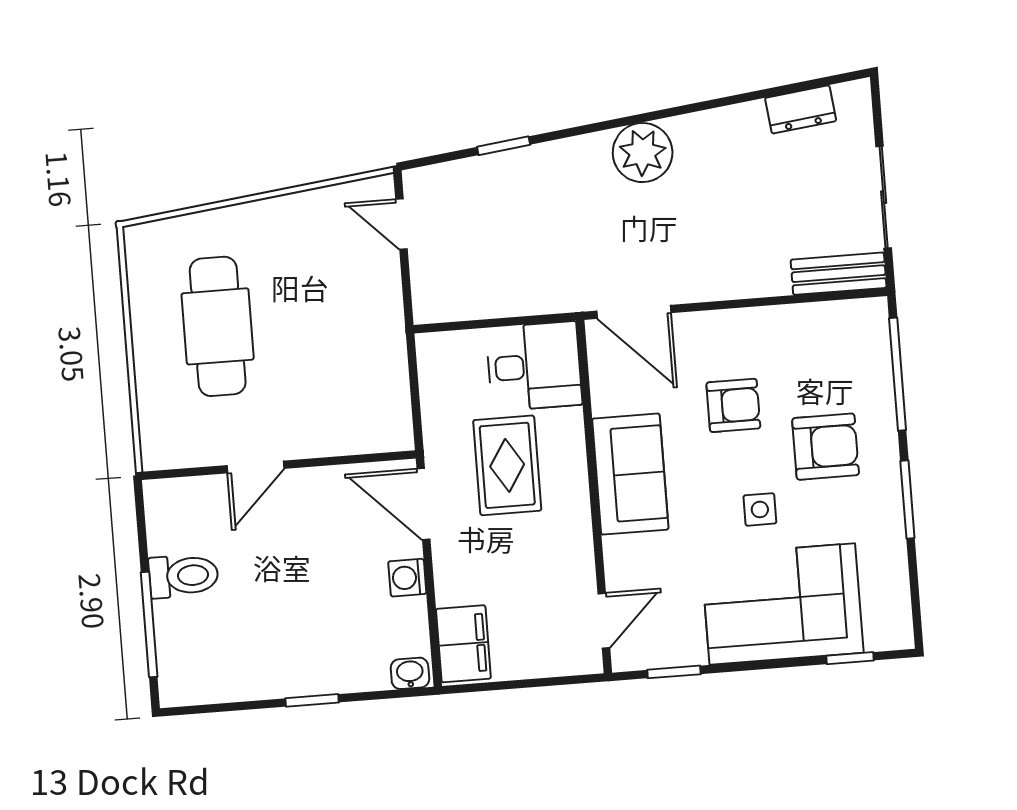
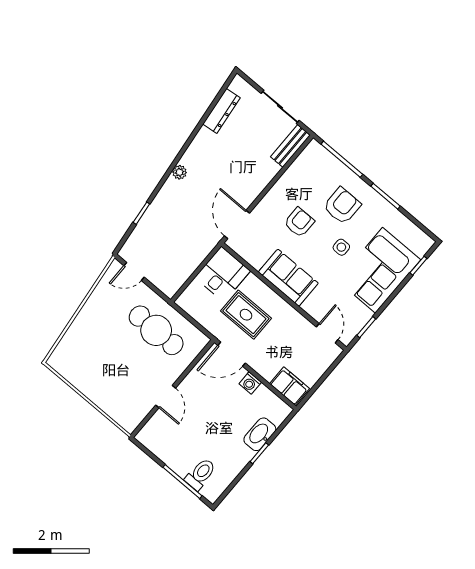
dresser: (801, 109) -> (221, 111), width x1.44
plant: (643, 153) -> (179, 172), width x0.53, depth x0.53
door: (634, 312) -> (237, 224), swing flipped
cafe table: (218, 326) -> (156, 330), moved
toilet: (184, 576) -> (200, 474), moved
washbasin: (410, 673) -> (260, 434), moved, width x1.91, depth x1.45

